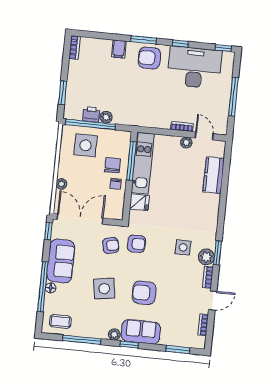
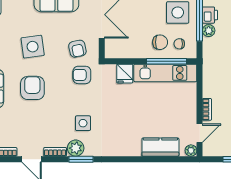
plant: (186, 143) -> (191, 151), moved
chair: (116, 184) -> (179, 44), moved
armchair: (136, 244) -> (82, 75), turned 90

